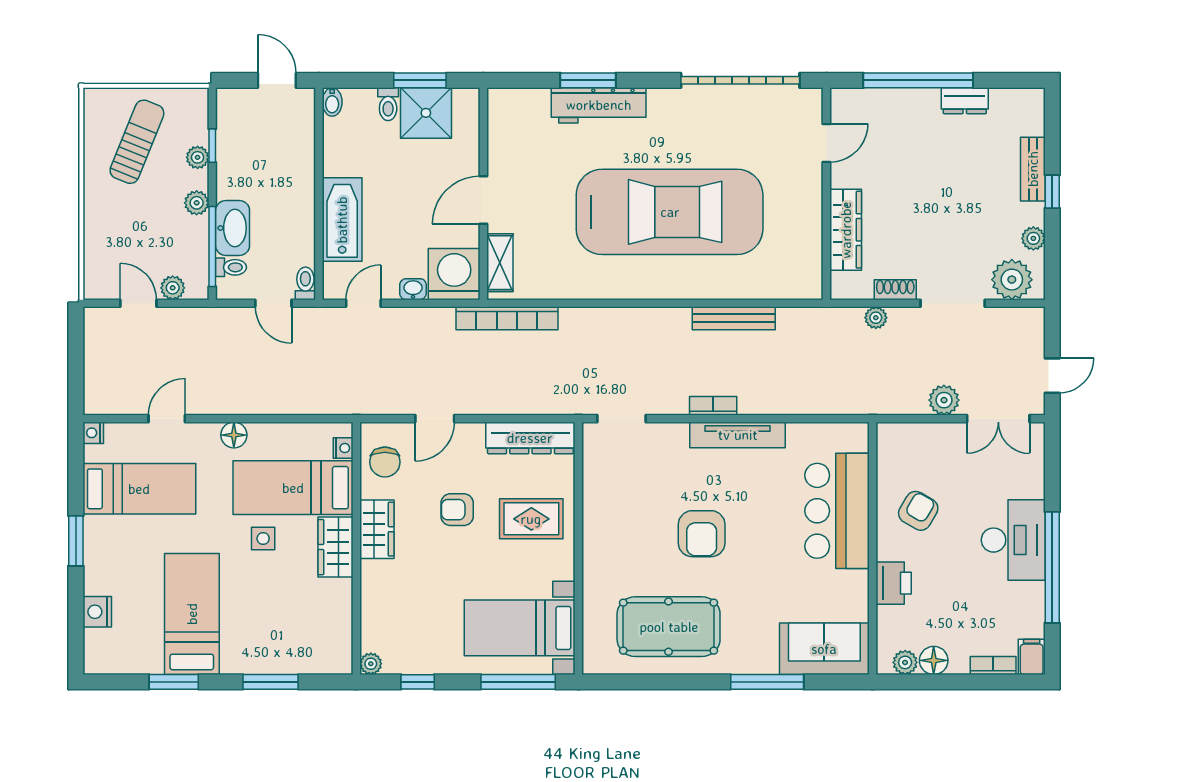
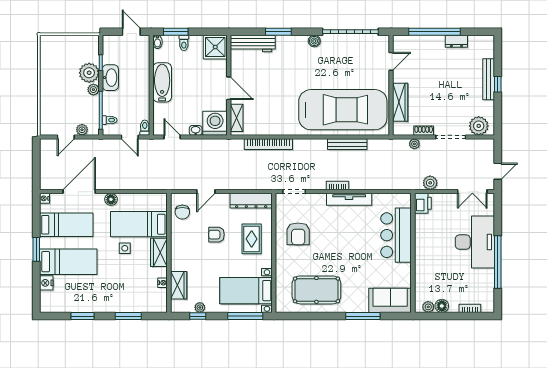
window: (420, 80) -> (176, 32), moved
boiler: (664, 100) -> (314, 41), added
workbench: (599, 105) -> (253, 43), moved
shower: (426, 113) -> (215, 47), moved
sun lounger: (137, 142) -> (65, 61), removed
plant: (198, 157) -> (89, 73), width x1.88, depth x1.88
bench: (1033, 169) -> (489, 79), width x1.36
door: (483, 200) -> (229, 88), swing flipped
car: (670, 212) -> (343, 110), moved
bathtub: (342, 220) -> (162, 82), moved
washbasin: (233, 228) -> (110, 78), moved
plant: (1033, 238) -> (489, 106), removed
door: (138, 303) -> (66, 137), swing flipped
door: (363, 303) -> (172, 137), hinge flipped
bookcase: (507, 318) -> (268, 144), moved
plant: (944, 400) -> (430, 183), moved
door: (167, 419) -> (79, 192), width x1.87
nightstand: (343, 448) -> (163, 283), moved
armchair: (918, 511) -> (434, 235), removed
rug: (531, 519) -> (252, 239), turned 90
wardrobe: (377, 529) -> (179, 285), moved
armchair: (702, 534) -> (298, 234), moved
desk: (1013, 540) -> (475, 242), width x1.36, depth x1.30
printer: (894, 583) -> (423, 203), moved
bed: (192, 614) -> (68, 262), moved, turned 90
filing cabinet: (1032, 657) -> (488, 304), removed
plant: (371, 664) -> (200, 307), moved

